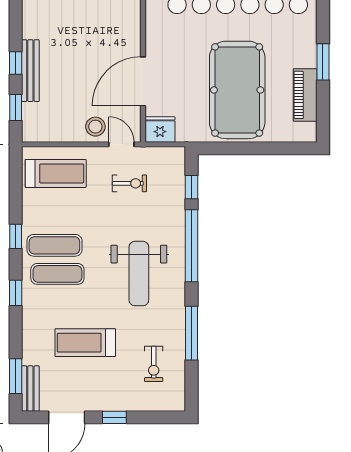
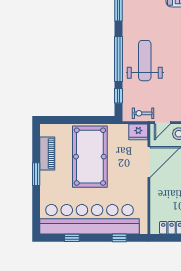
door: (121, 144) -> (162, 123), hinge flipped
exercise bike: (129, 183) -> (143, 113), moved
weight bench: (139, 274) -> (145, 61), moved

